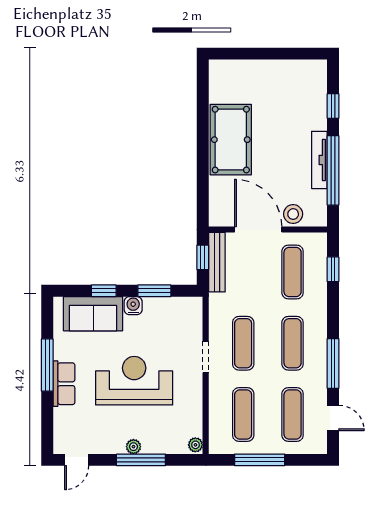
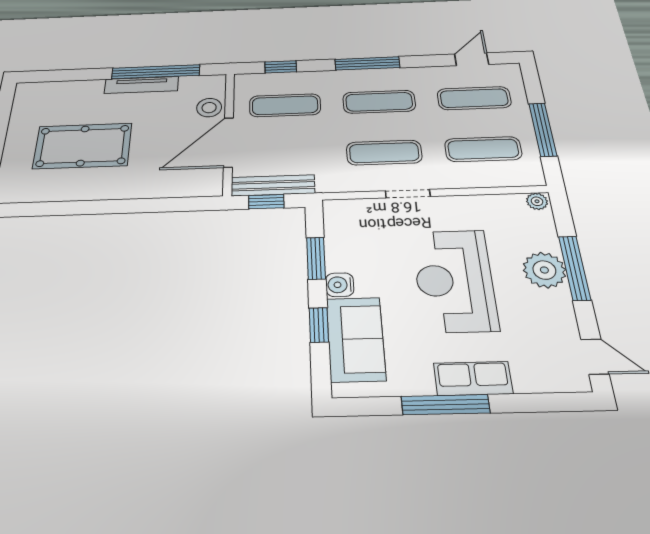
window: (333, 106) -> (75, 75), removed
pool table: (231, 140) -> (83, 146), moved
window: (333, 363) -> (367, 63), moved
plant: (133, 447) -> (544, 270), width x1.88, depth x1.88

